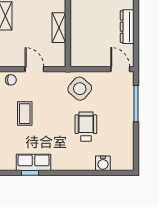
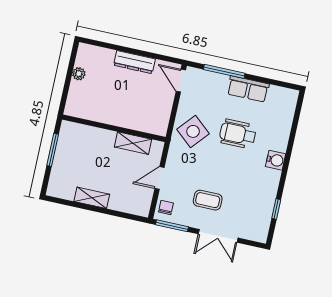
shelving: (59, 28) -> (133, 143), moved
door: (120, 69) -> (181, 81), hinge flipped
row of seats: (34, 162) -> (248, 89), moved, turned -90
water cooler: (103, 163) -> (276, 160), moved

